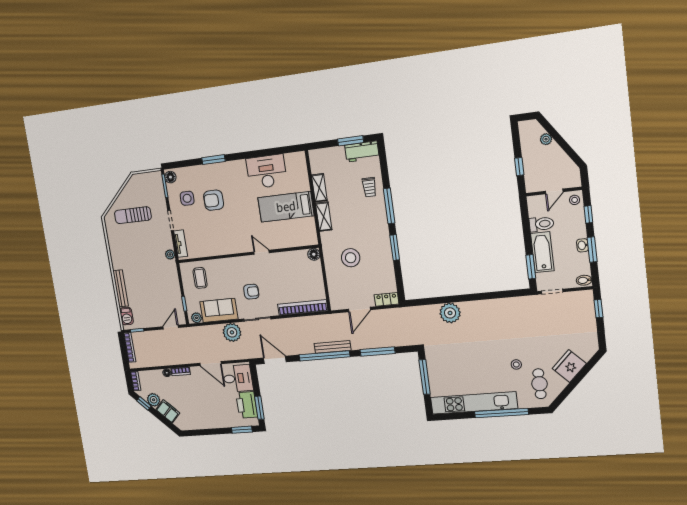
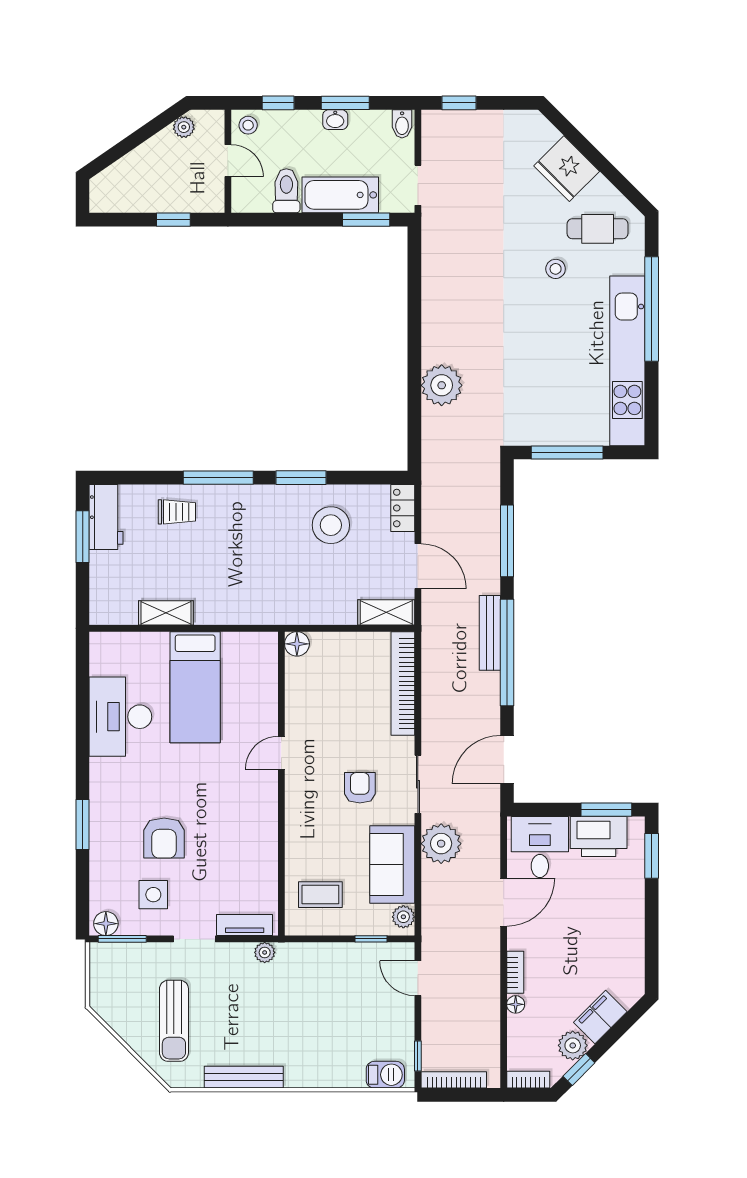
plant: (546, 139) -> (184, 127), moved
shelving: (324, 217) -> (386, 612), moved
stool: (351, 258) -> (331, 525), moved
bench: (121, 288) -> (244, 1077), moved

